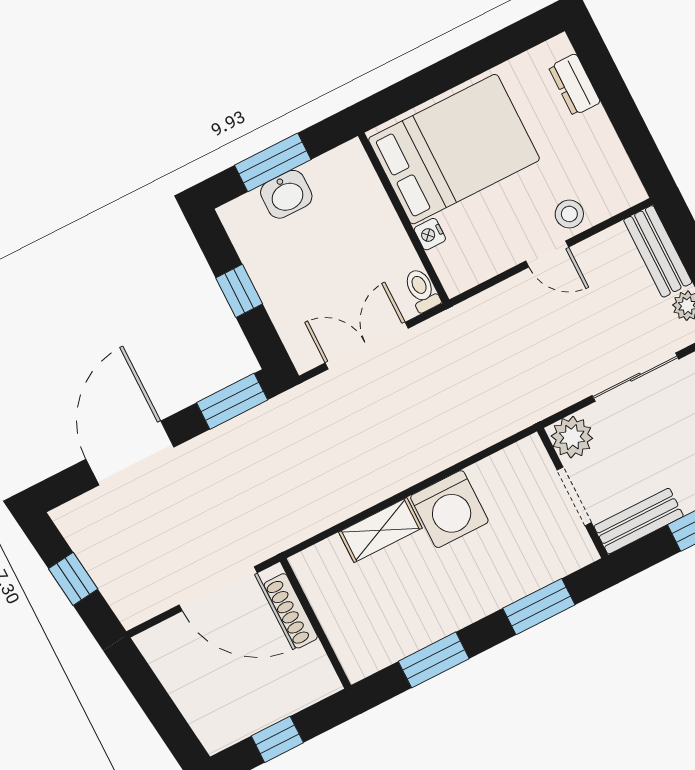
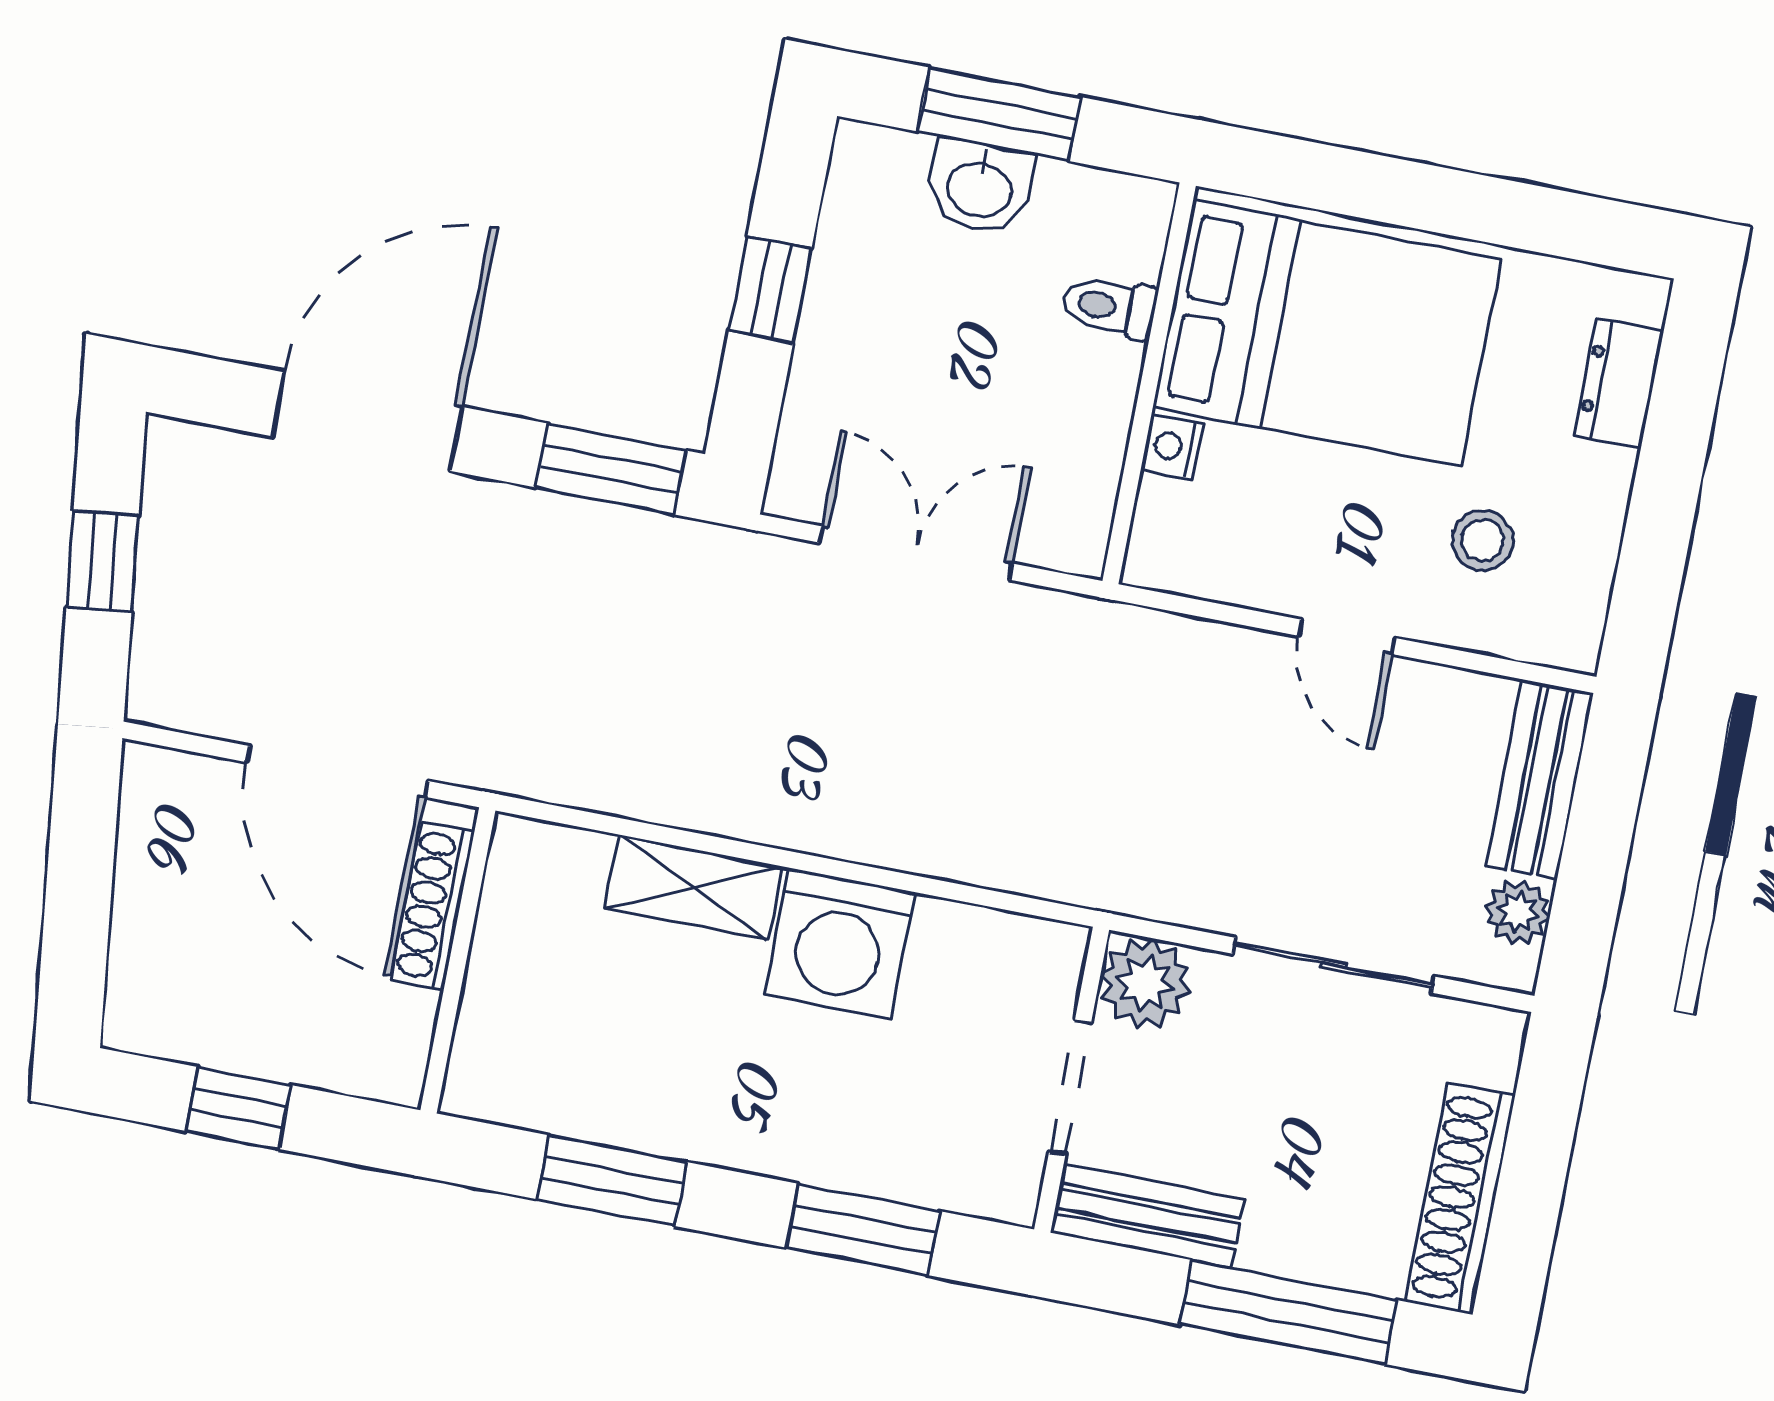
stool: (569, 214) -> (1483, 540), moved
toilet: (422, 290) -> (1110, 307), moved, turned -90

